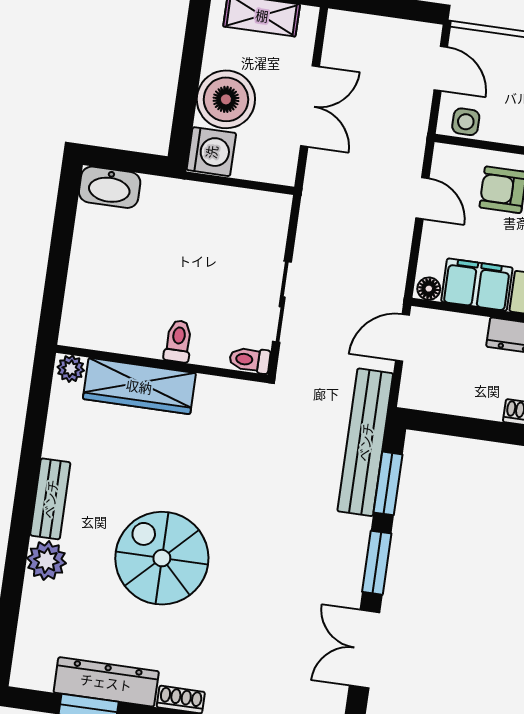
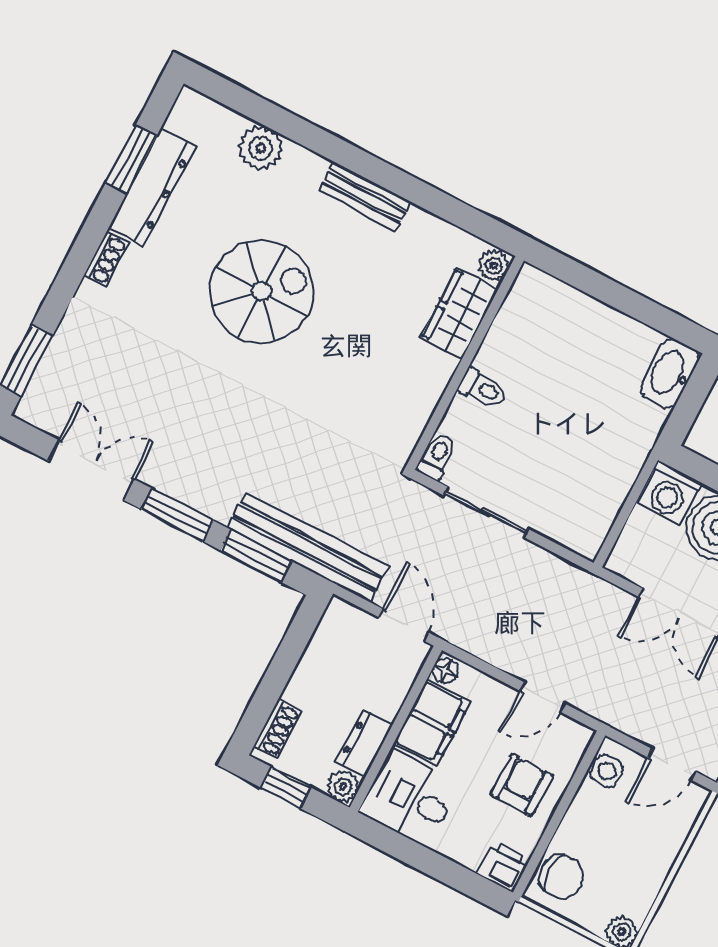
wardrobe: (139, 386) -> (459, 314), width x0.67
plant: (46, 561) -> (261, 148), moved

